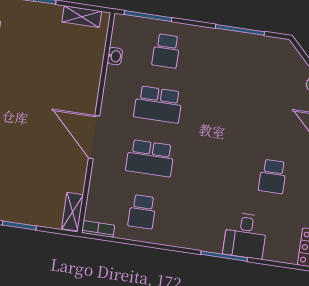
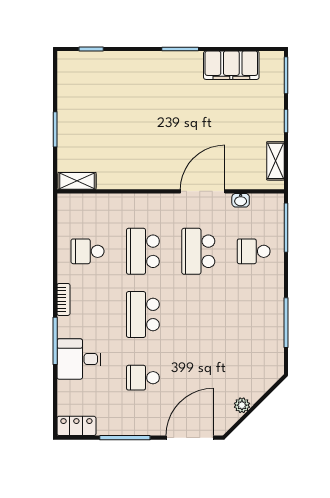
door: (94, 137) -> (203, 191), moved
school desk: (211, 167) -> (143, 314), added
bookcase: (98, 229) -> (63, 299), moved

